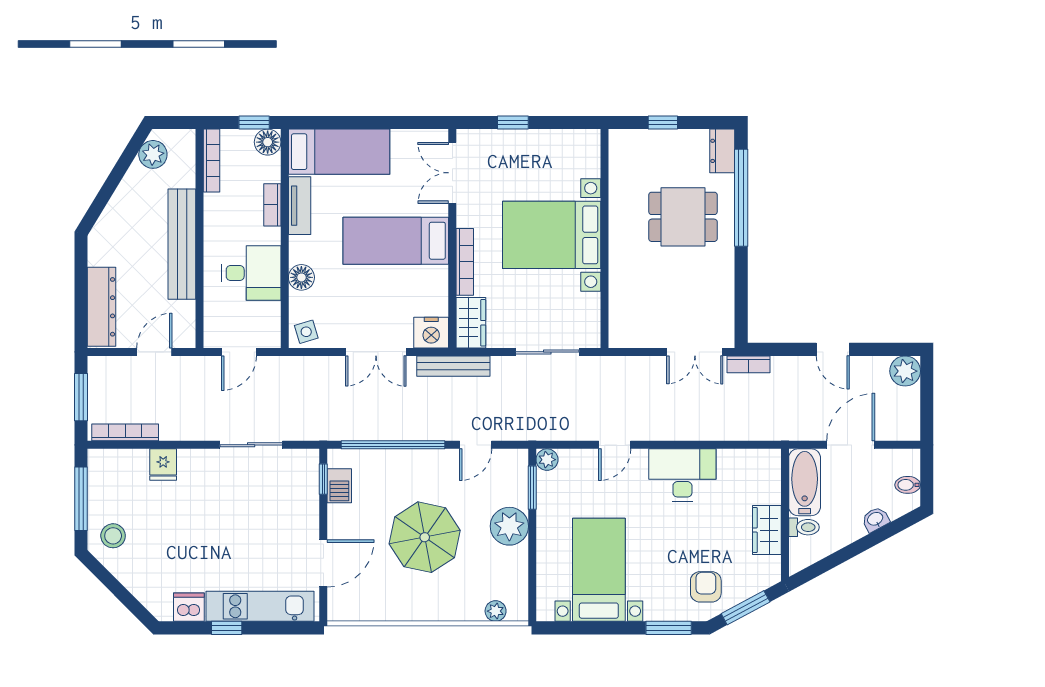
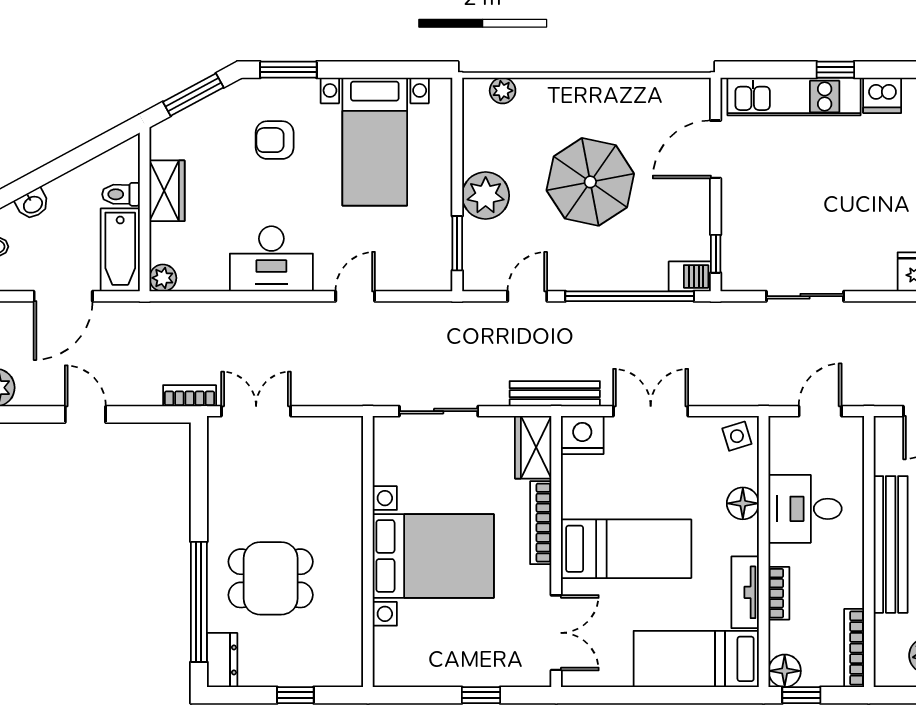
plant: (547, 460) -> (163, 278), moved
barbecue: (339, 486) -> (690, 276), moved, turned 90
armchair: (706, 587) -> (275, 140), moved, turned 90

